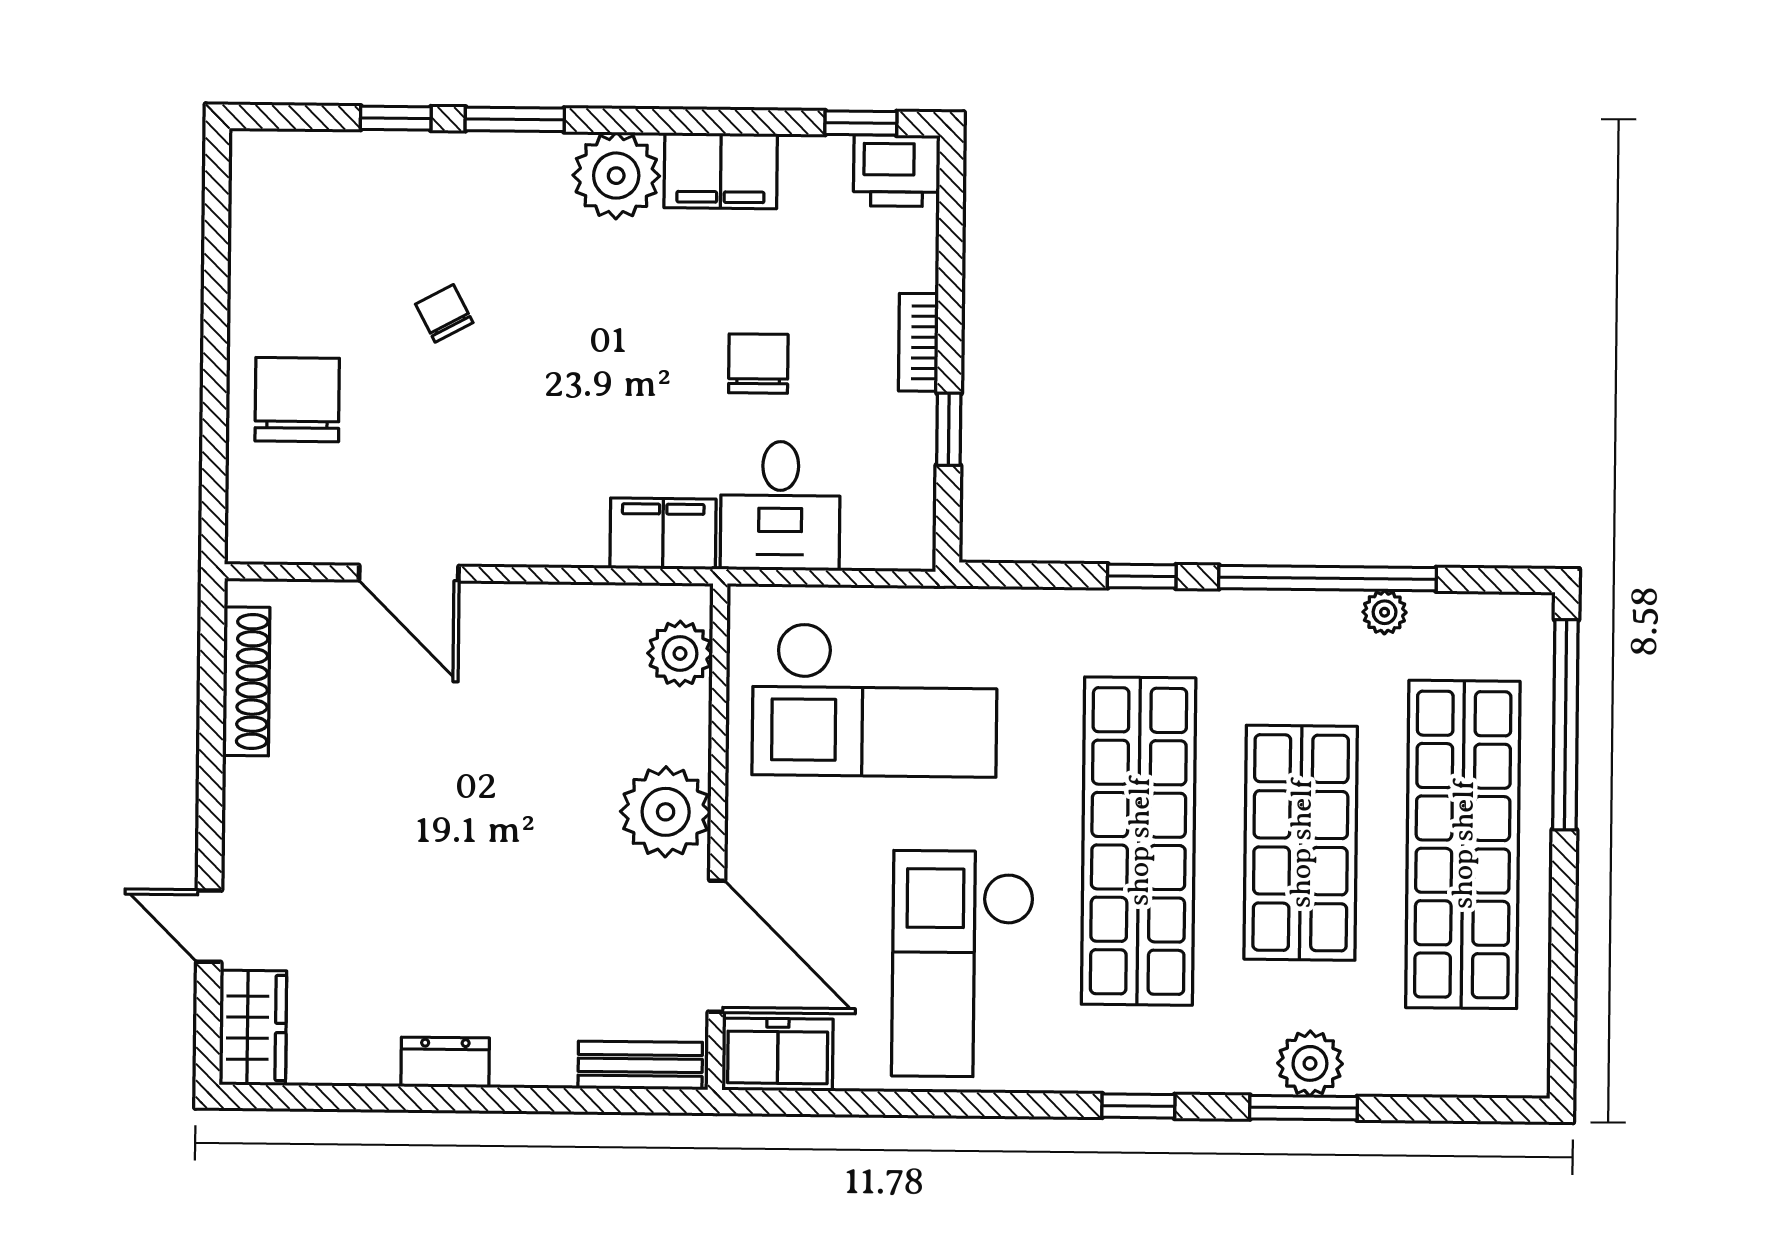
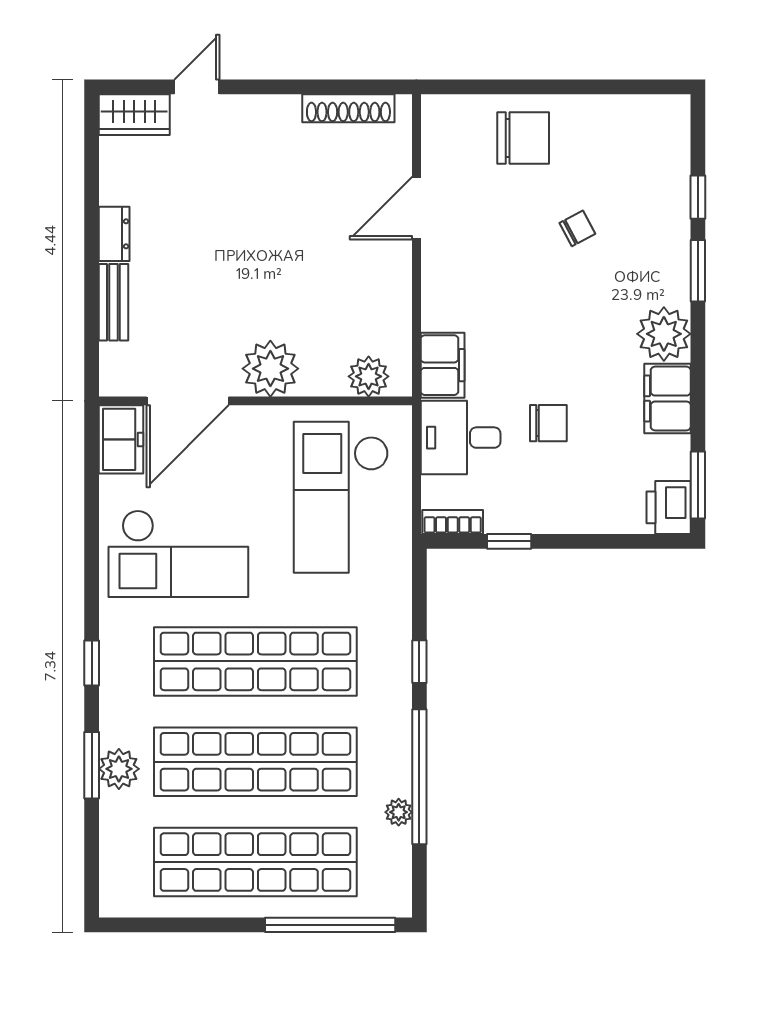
window: (861, 123) -> (698, 485), width x1.50
bookcase: (918, 342) -> (453, 522), moved
shop shelf: (1301, 843) -> (255, 762), width x1.40
checkout: (963, 964) -> (178, 554), turned 180
bench: (640, 1065) -> (113, 302), moved

